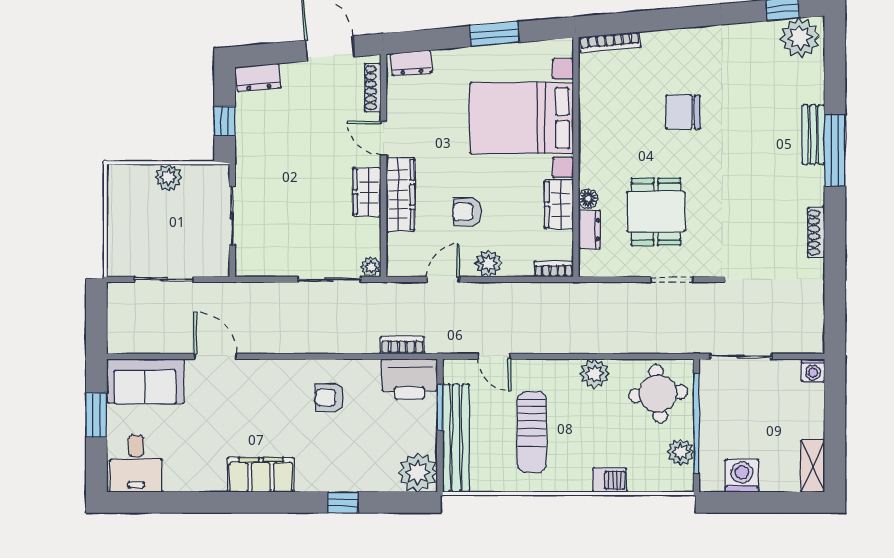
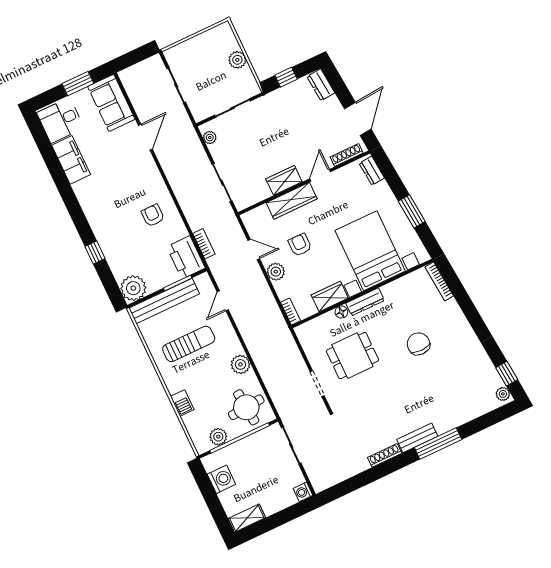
plant: (800, 38) -> (503, 394), width x0.53, depth x0.53
bench: (813, 135) -> (417, 438), moved
dresser: (589, 230) -> (365, 302), moved, width x1.44
plant: (371, 267) -> (210, 137), moved
sun lounger: (532, 432) -> (189, 344), turned 180
filing cabinet: (261, 475) -> (71, 160), moved

